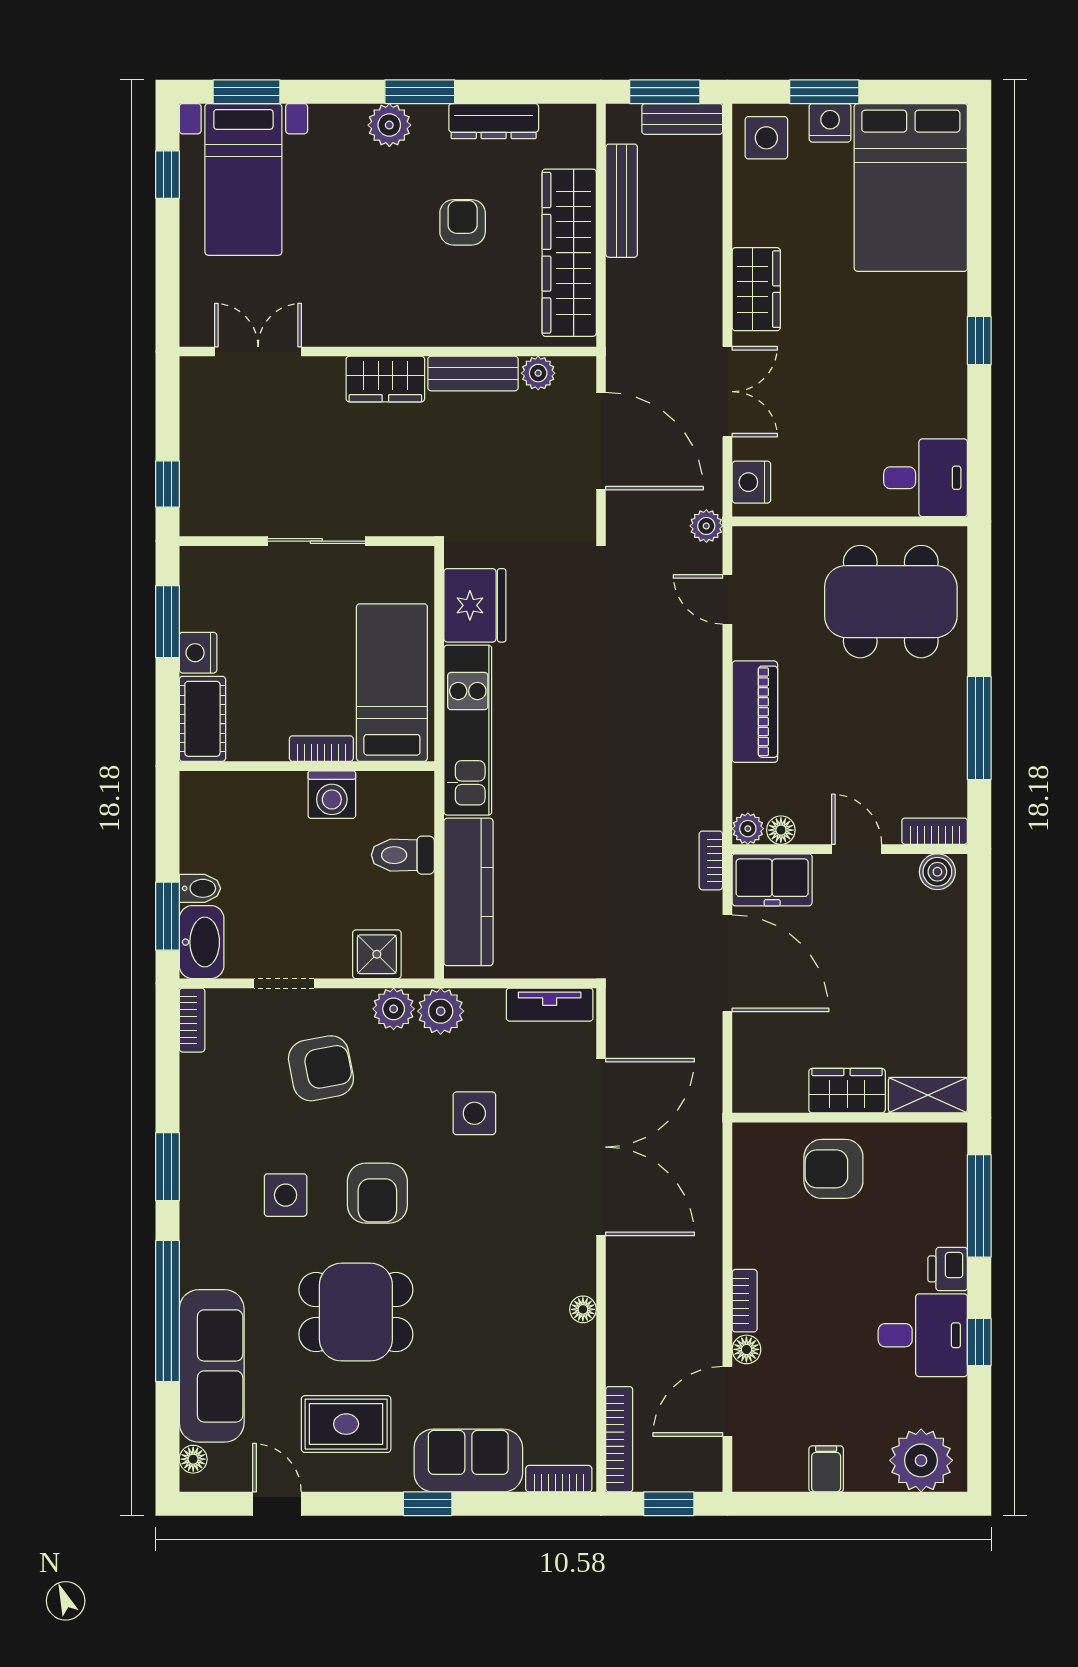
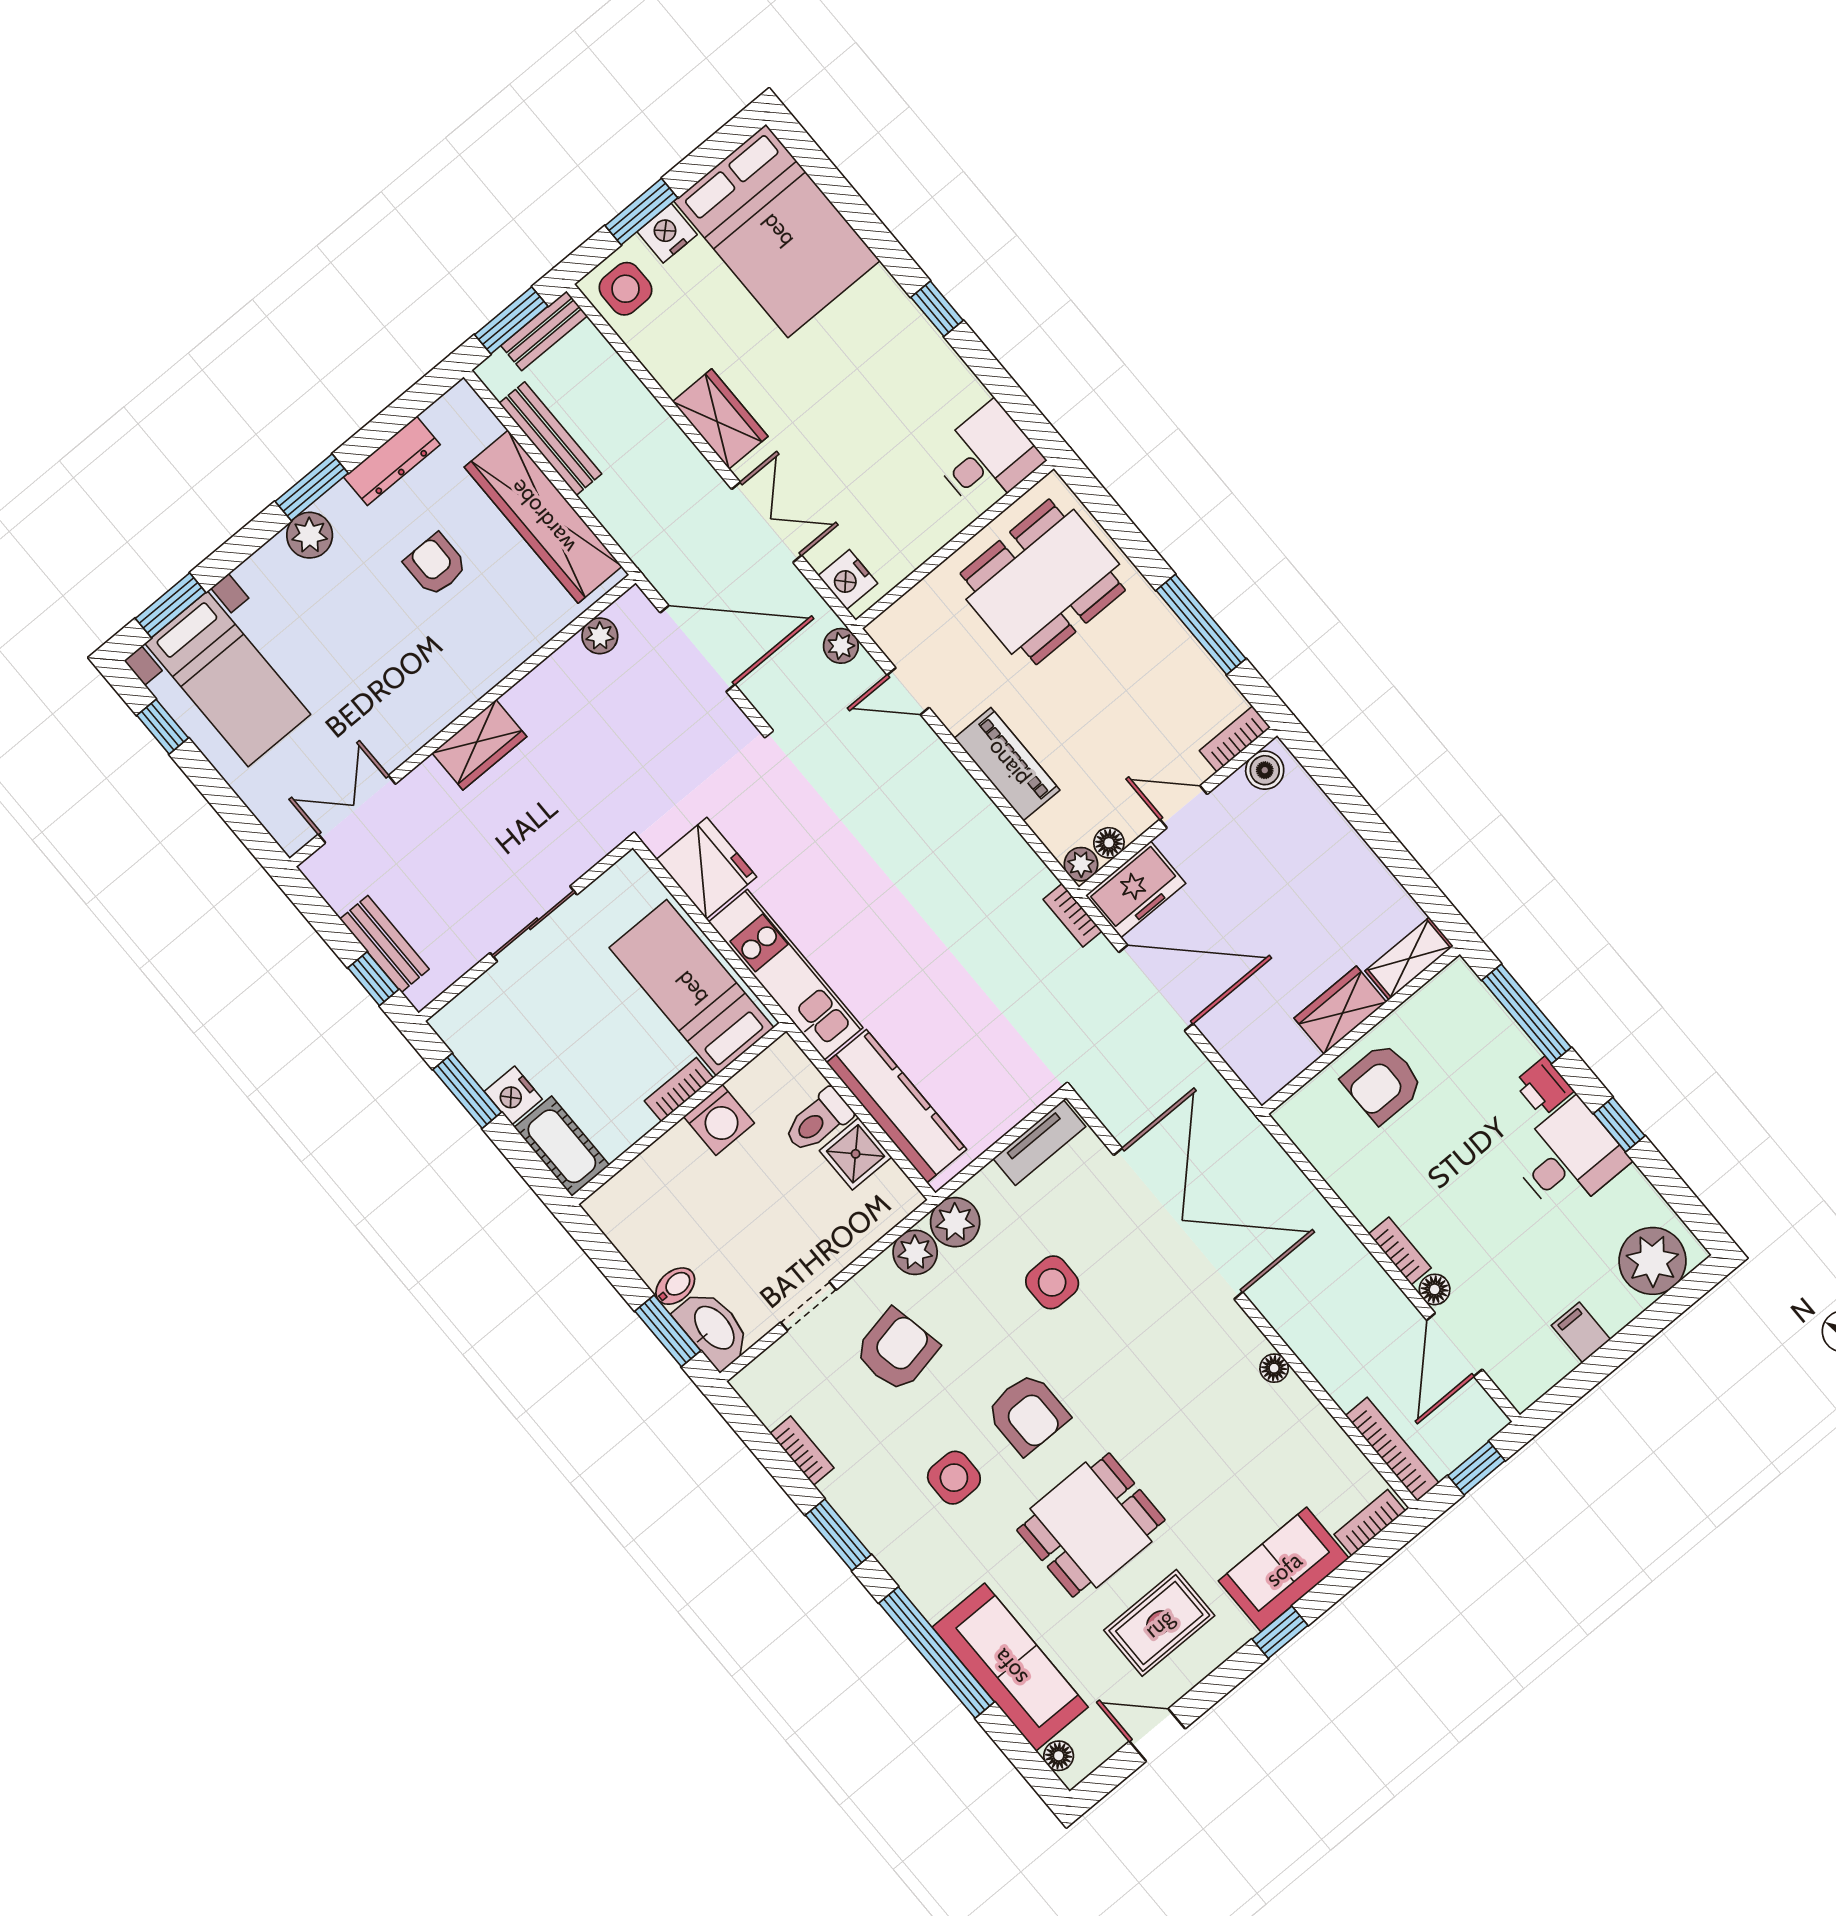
bench: (473, 374) -> (385, 944), moved, turned 90
shower: (377, 954) -> (856, 1154), moved
bookcase: (192, 1020) -> (802, 1451), moved

